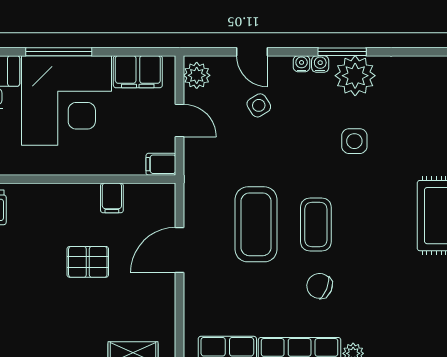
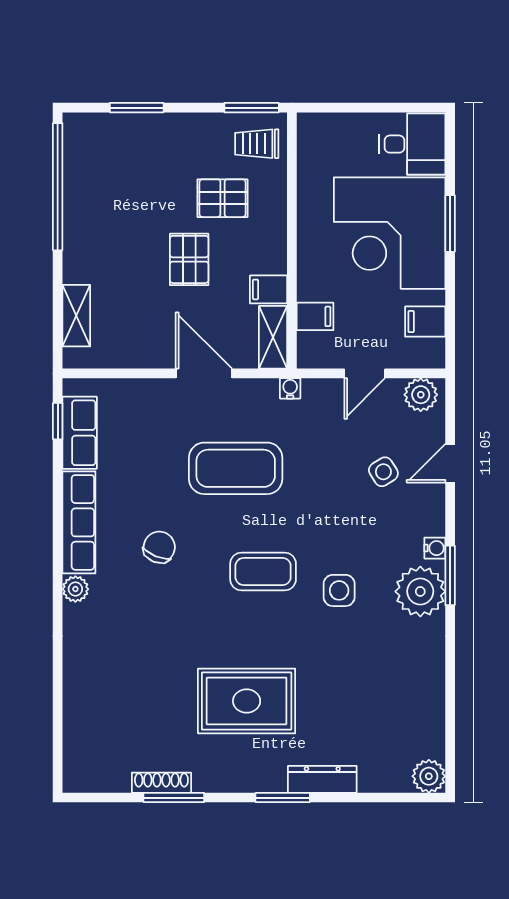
window: (59, 52) -> (450, 223), width x0.69
water cooler: (302, 64) -> (290, 388), moved, turned -90
filing cabinet: (138, 72) -> (425, 322), width x0.50
filing cabinet: (161, 164) -> (315, 316), moved, turned 90
shelving: (150, 194) -> (273, 337), added
coffee table: (316, 225) -> (263, 571), moved
pallet: (38, 235) -> (222, 198), added

